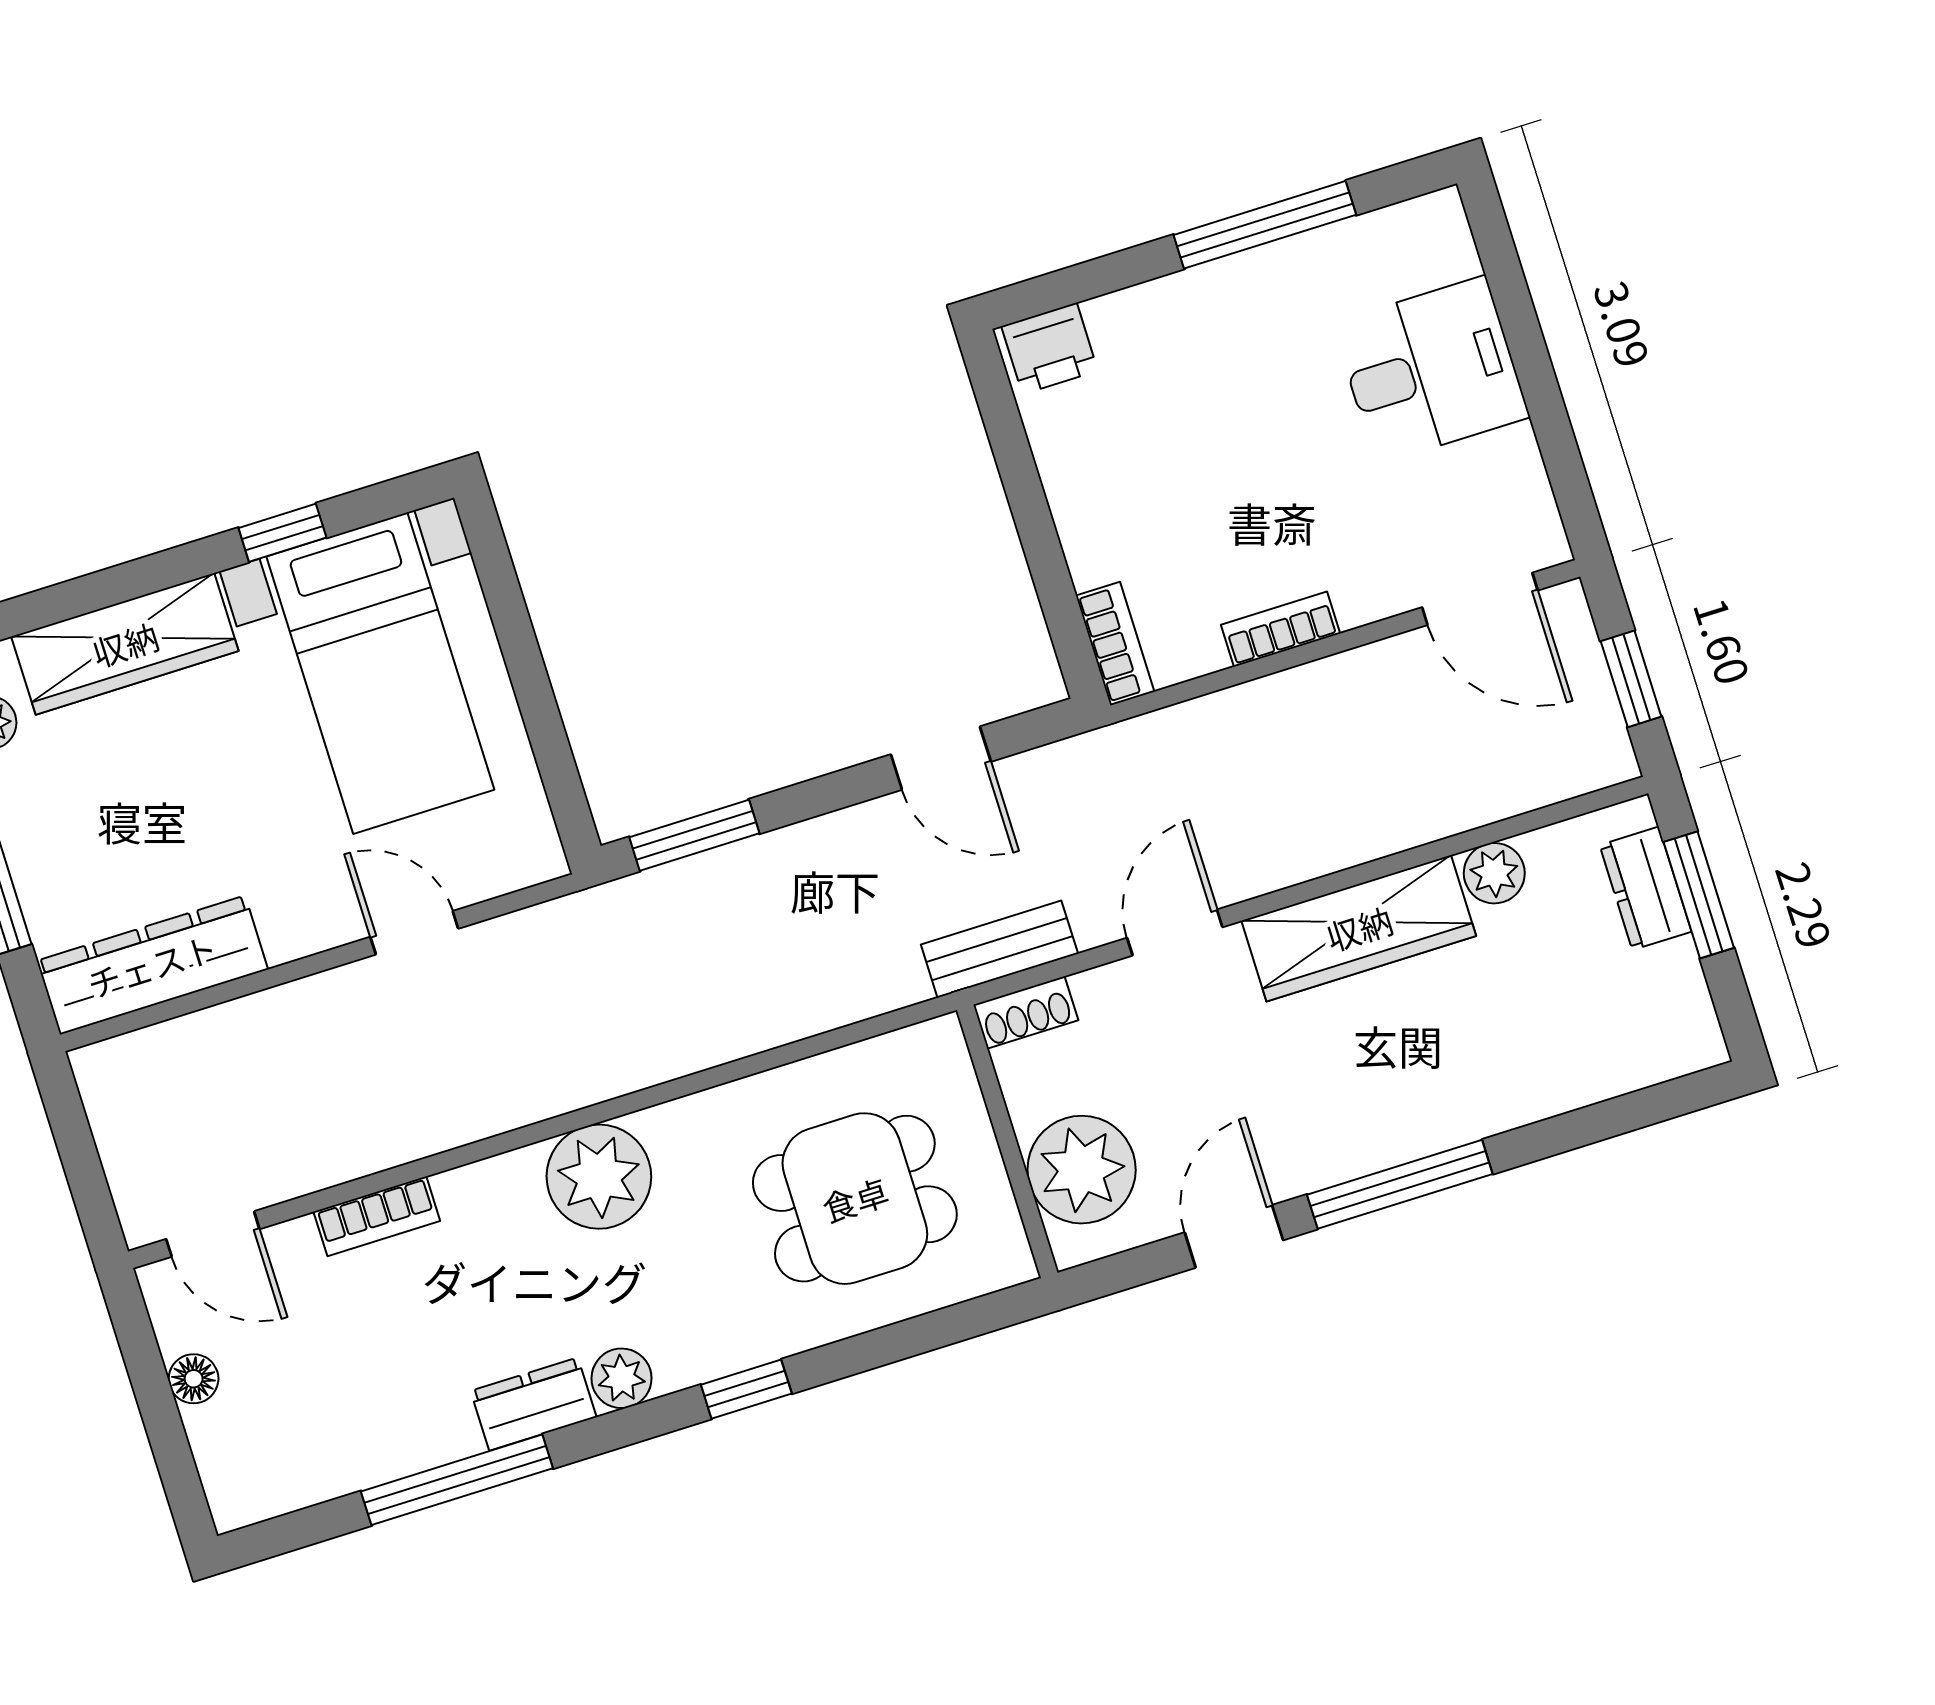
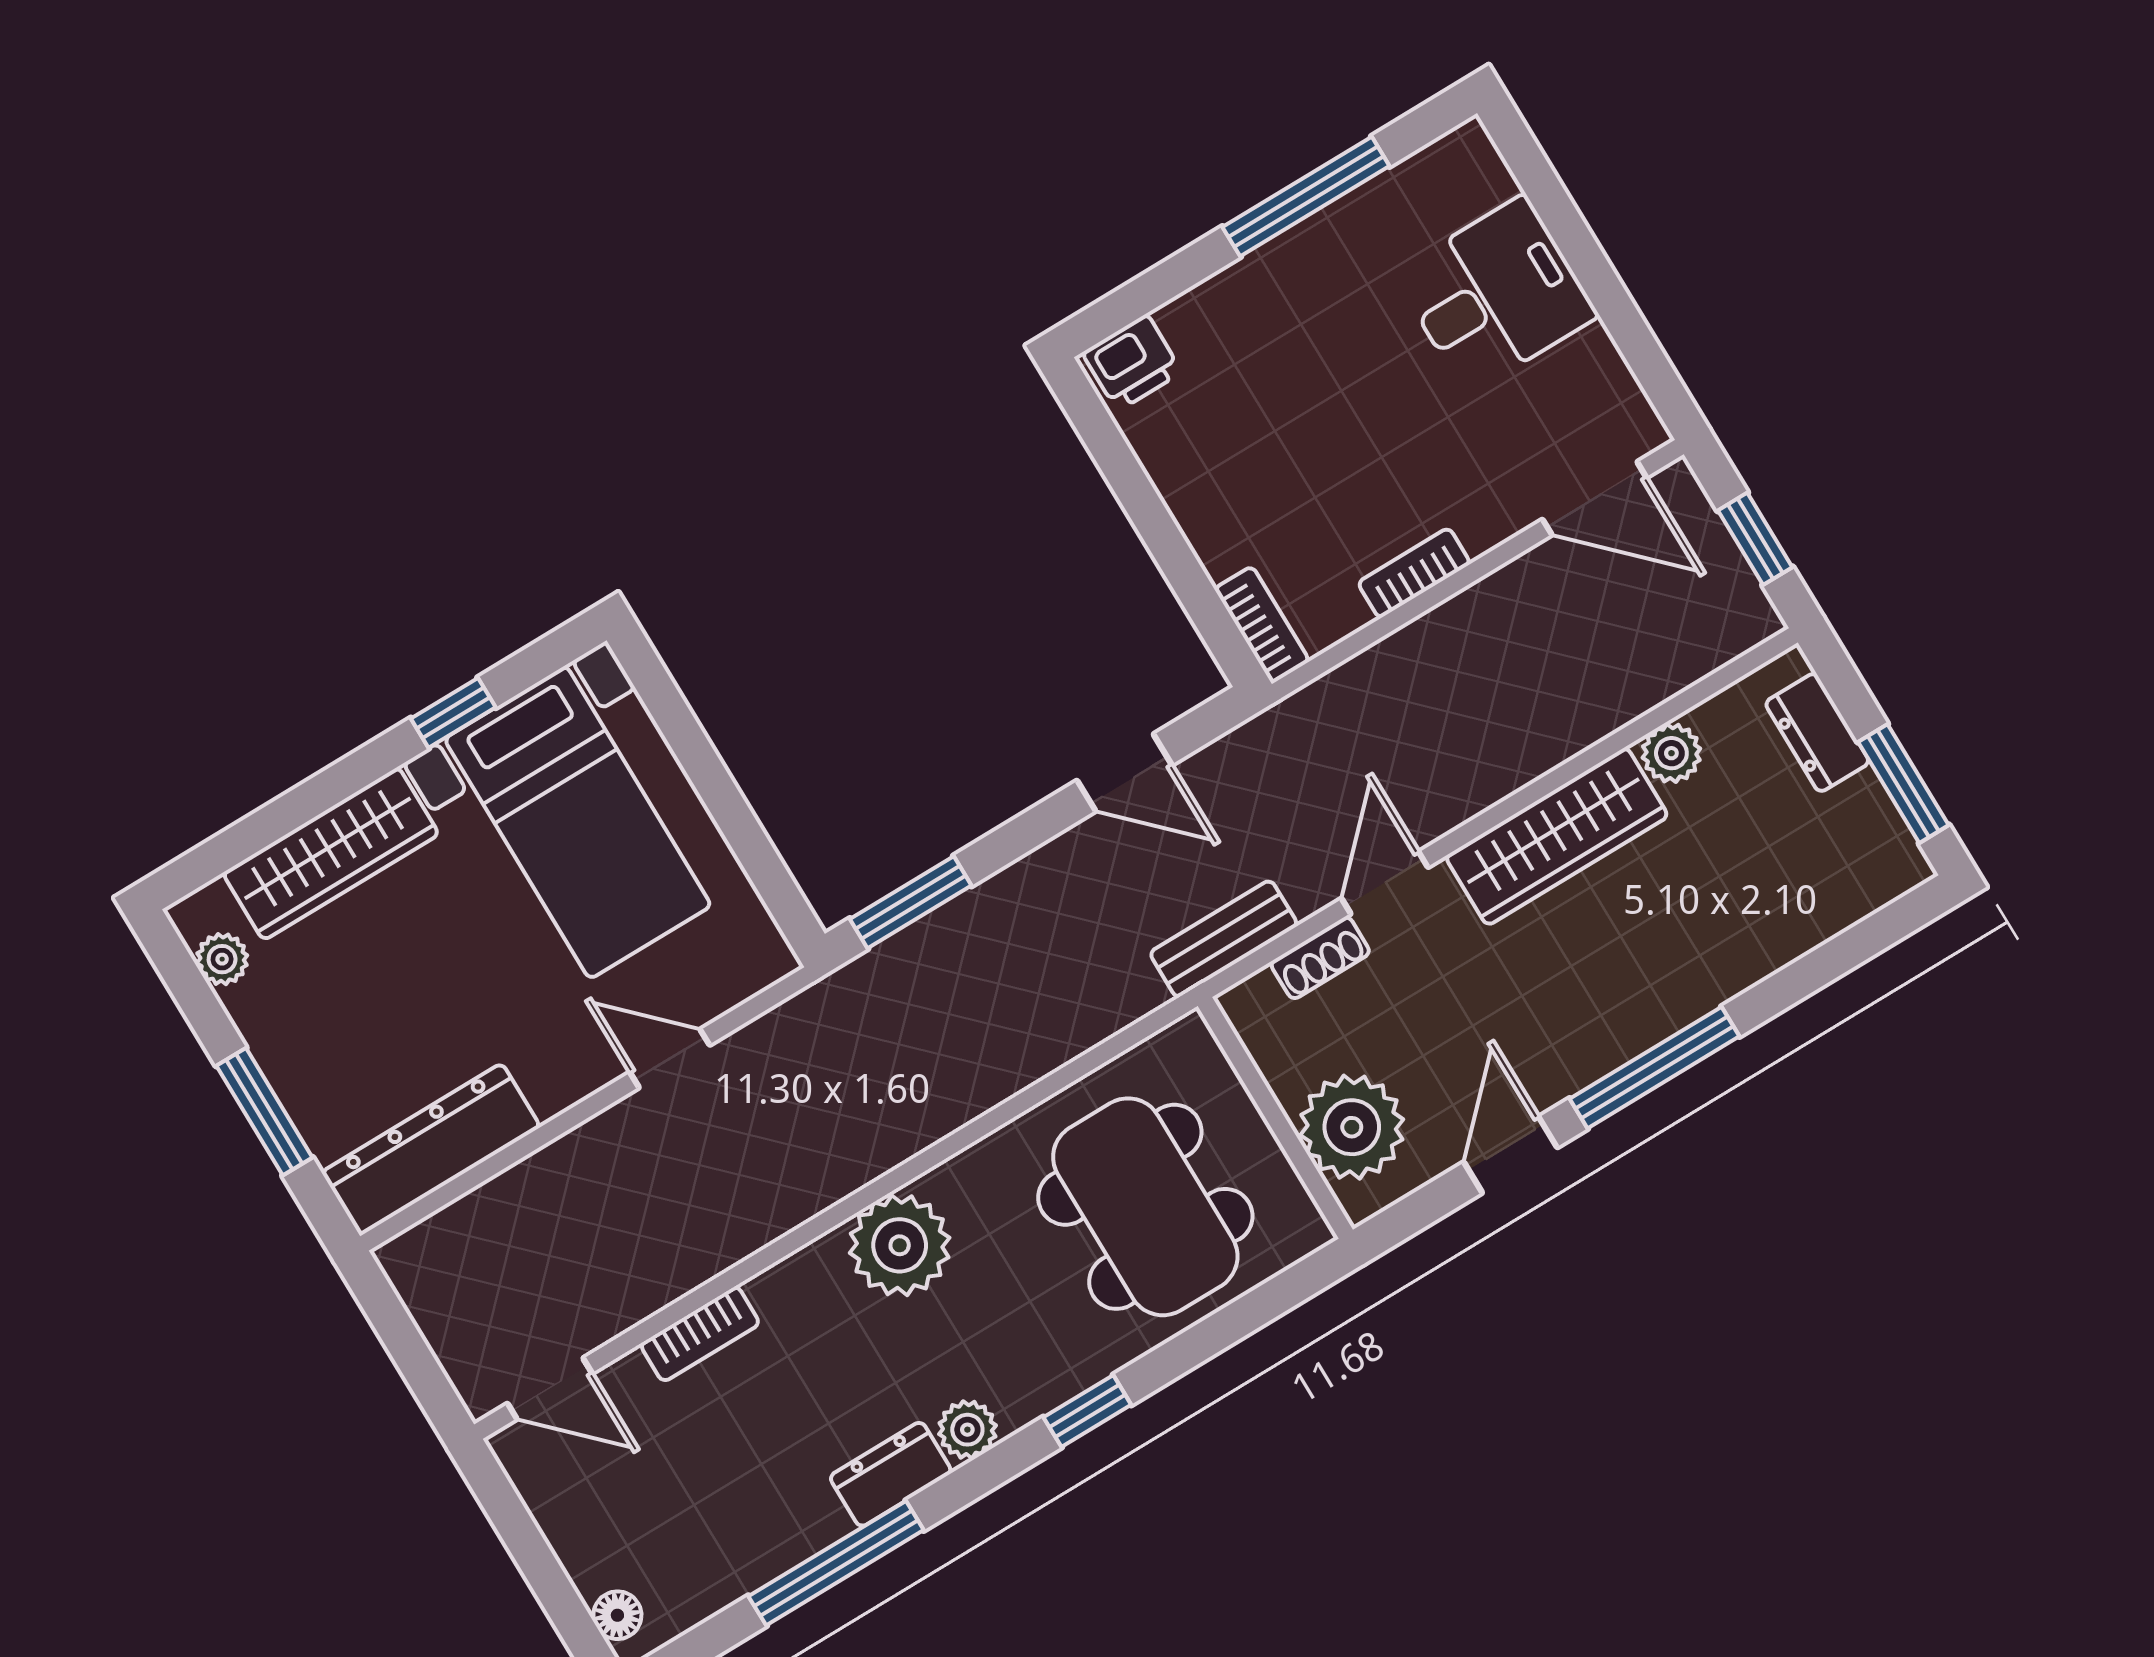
window: (1699, 895) -> (1903, 784), moved
shoe rack: (1026, 1012) -> (1320, 958), moved
dining table: (855, 1199) -> (1145, 1207), width x1.38
floor lamp: (194, 1379) -> (617, 1615), moved

